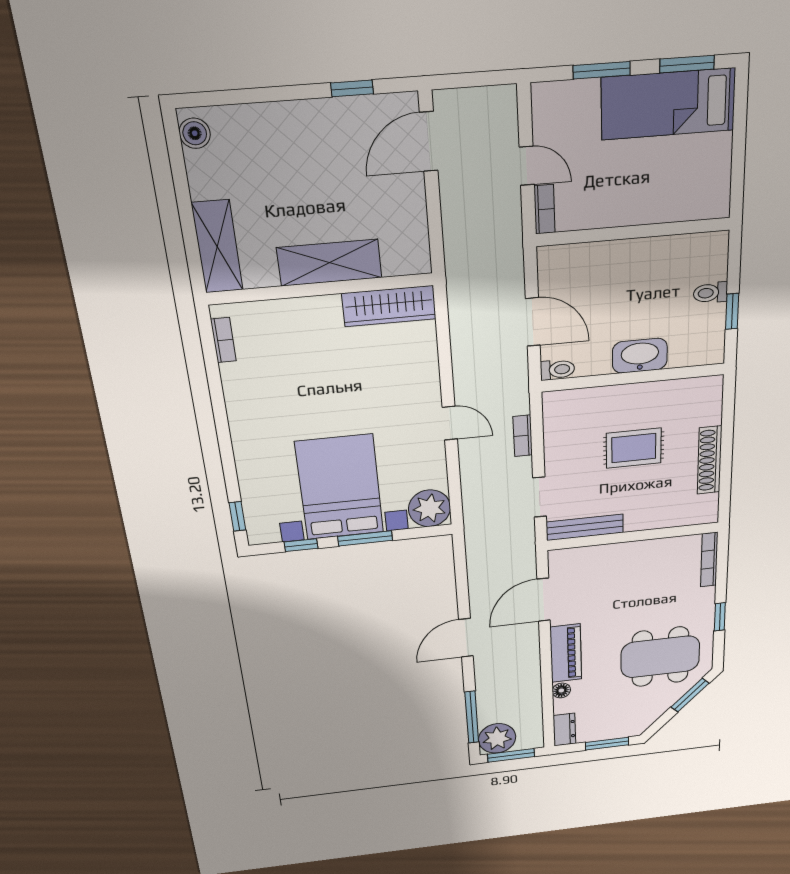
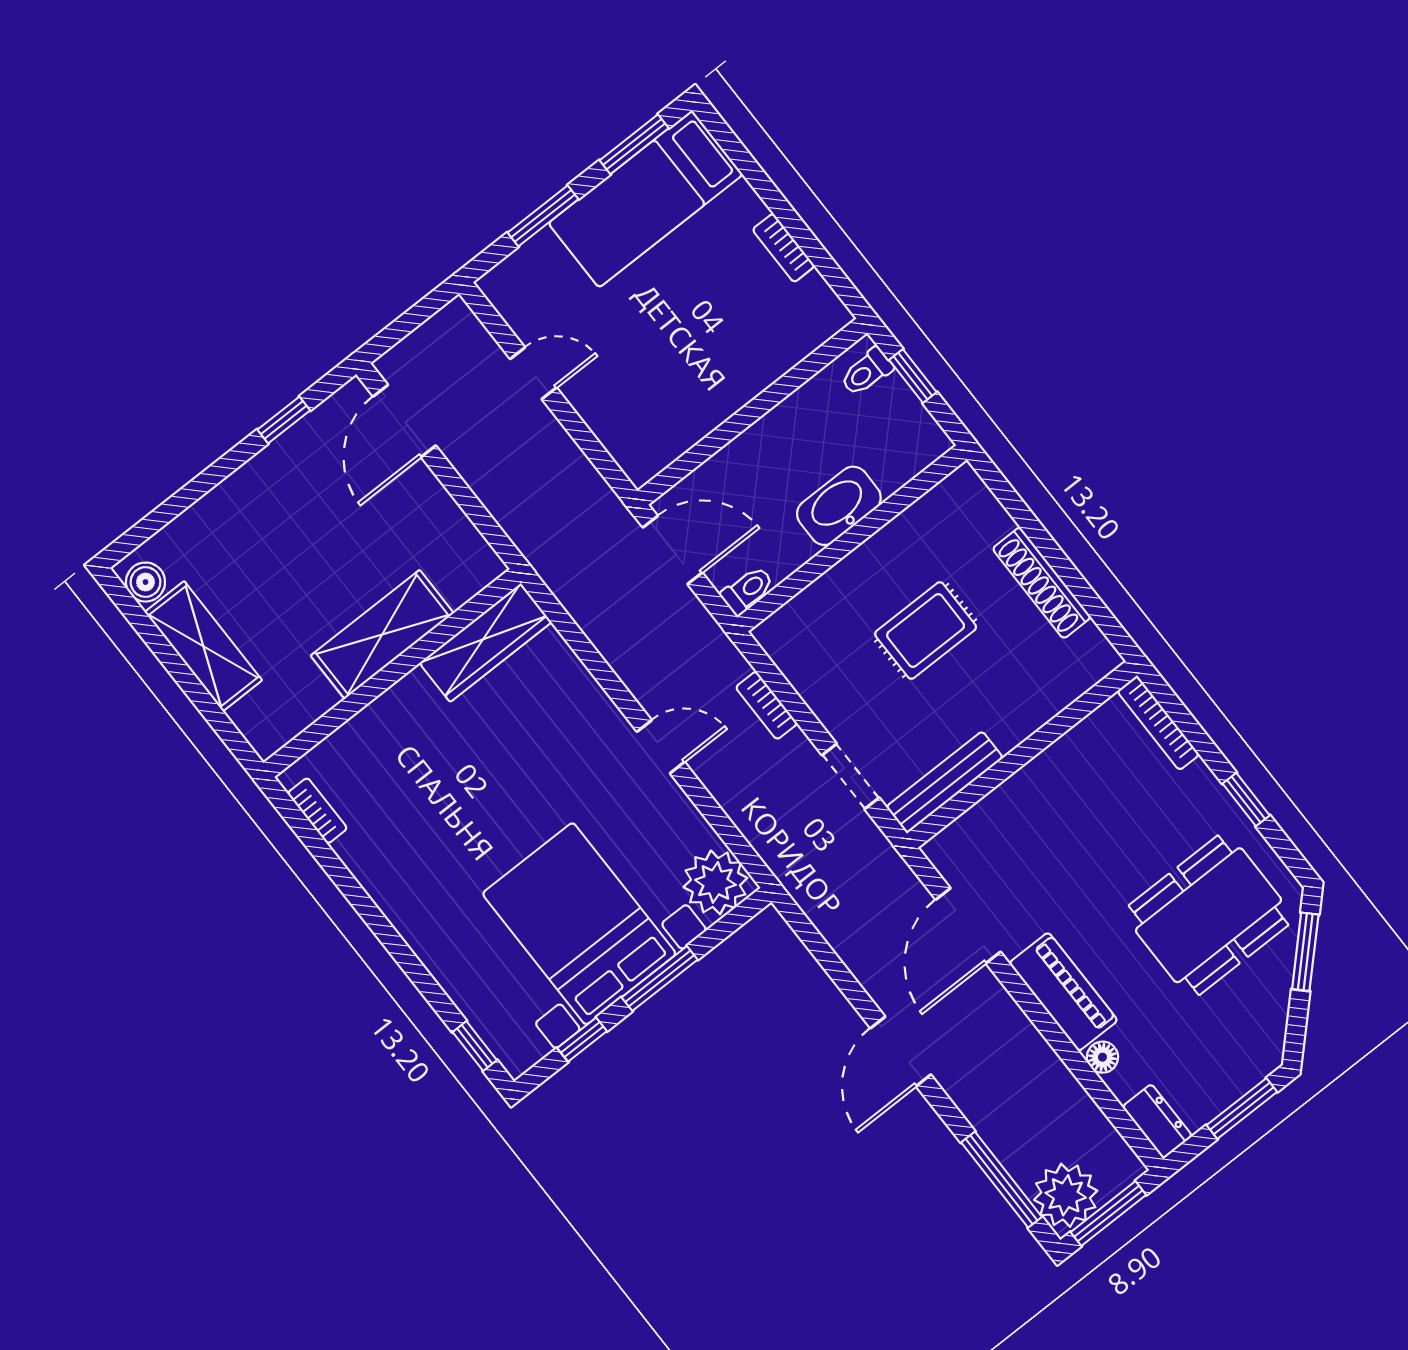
bookcase: (544, 209) -> (784, 248), moved, turned 180
wall: (633, 232) -> (752, 412), moved
shelving: (217, 247) -> (203, 646), moved

